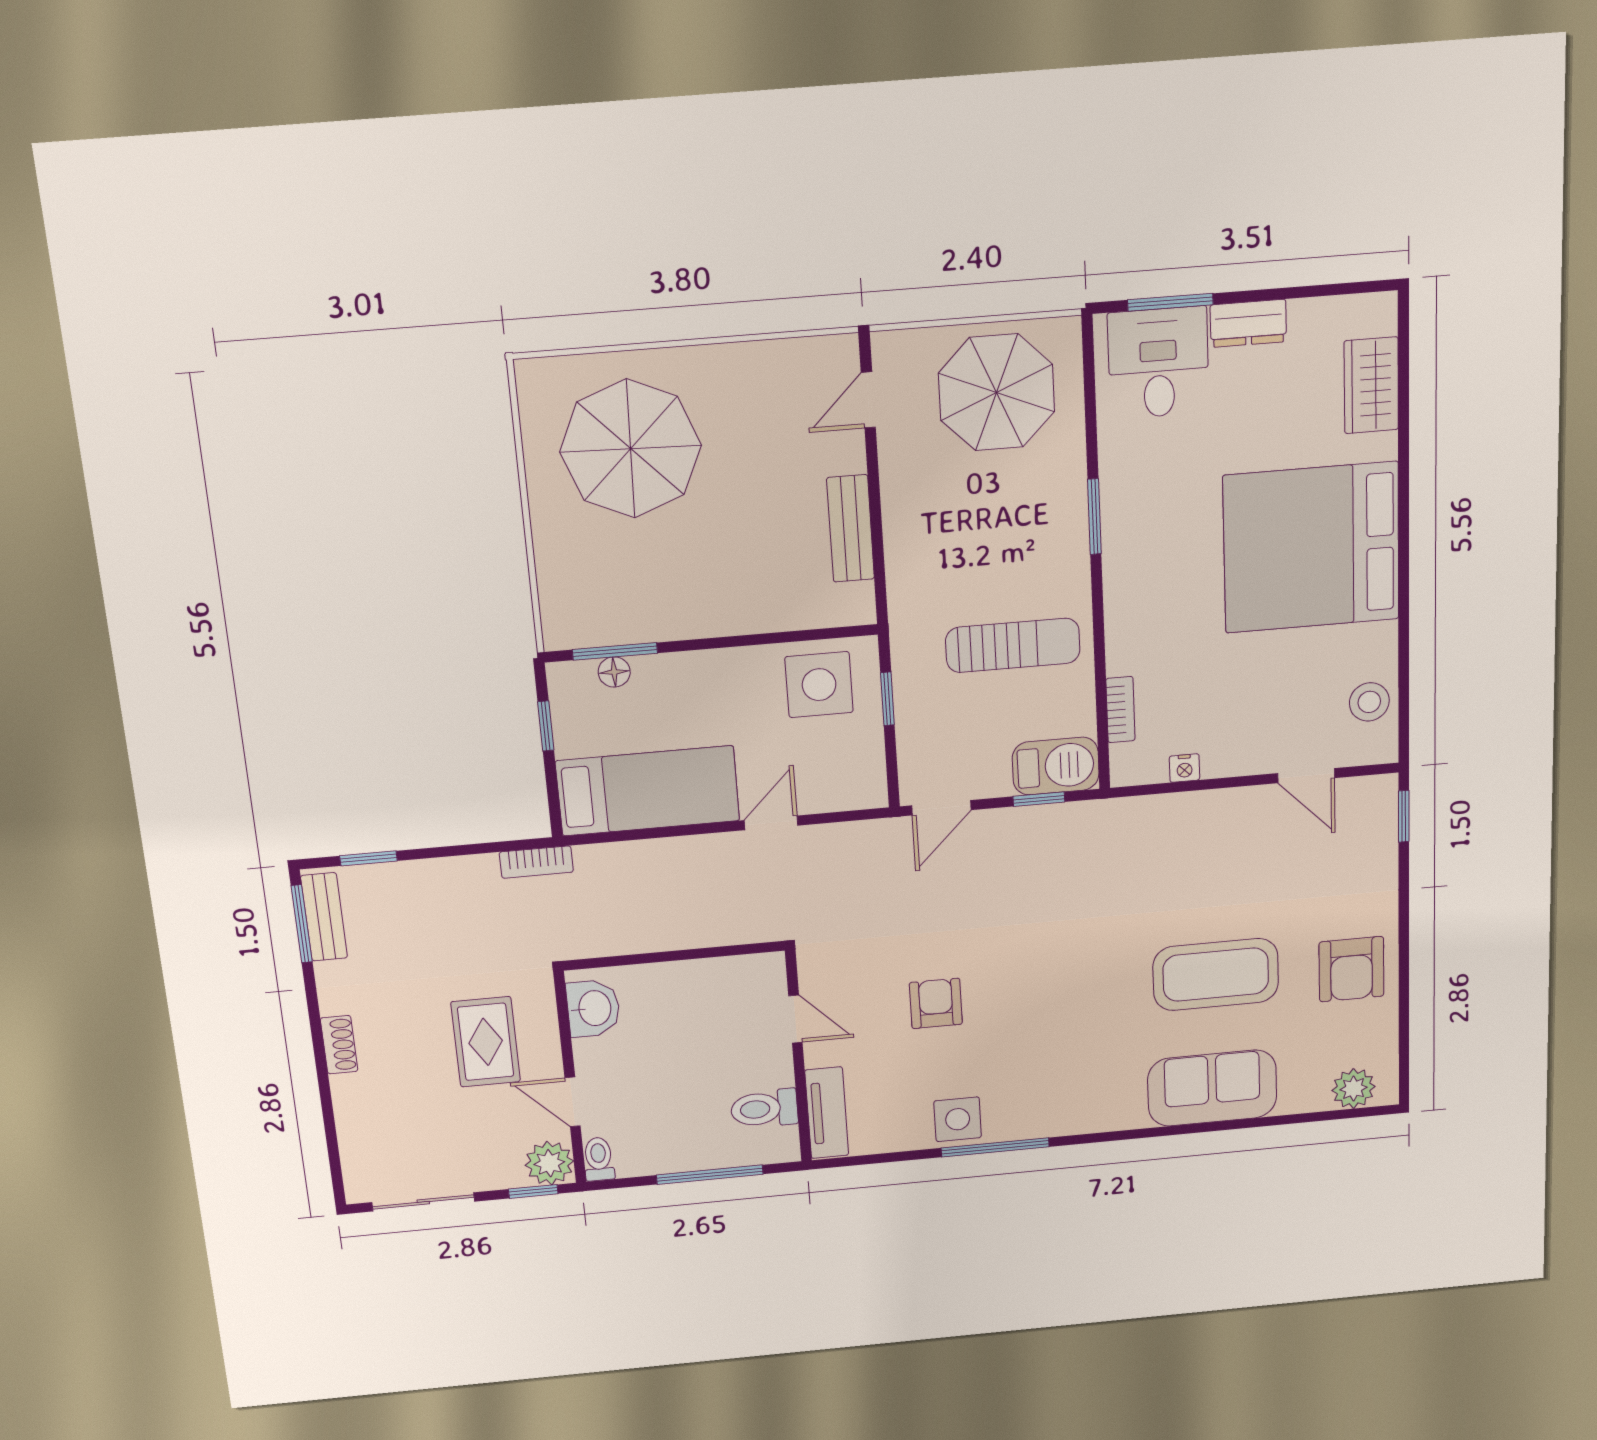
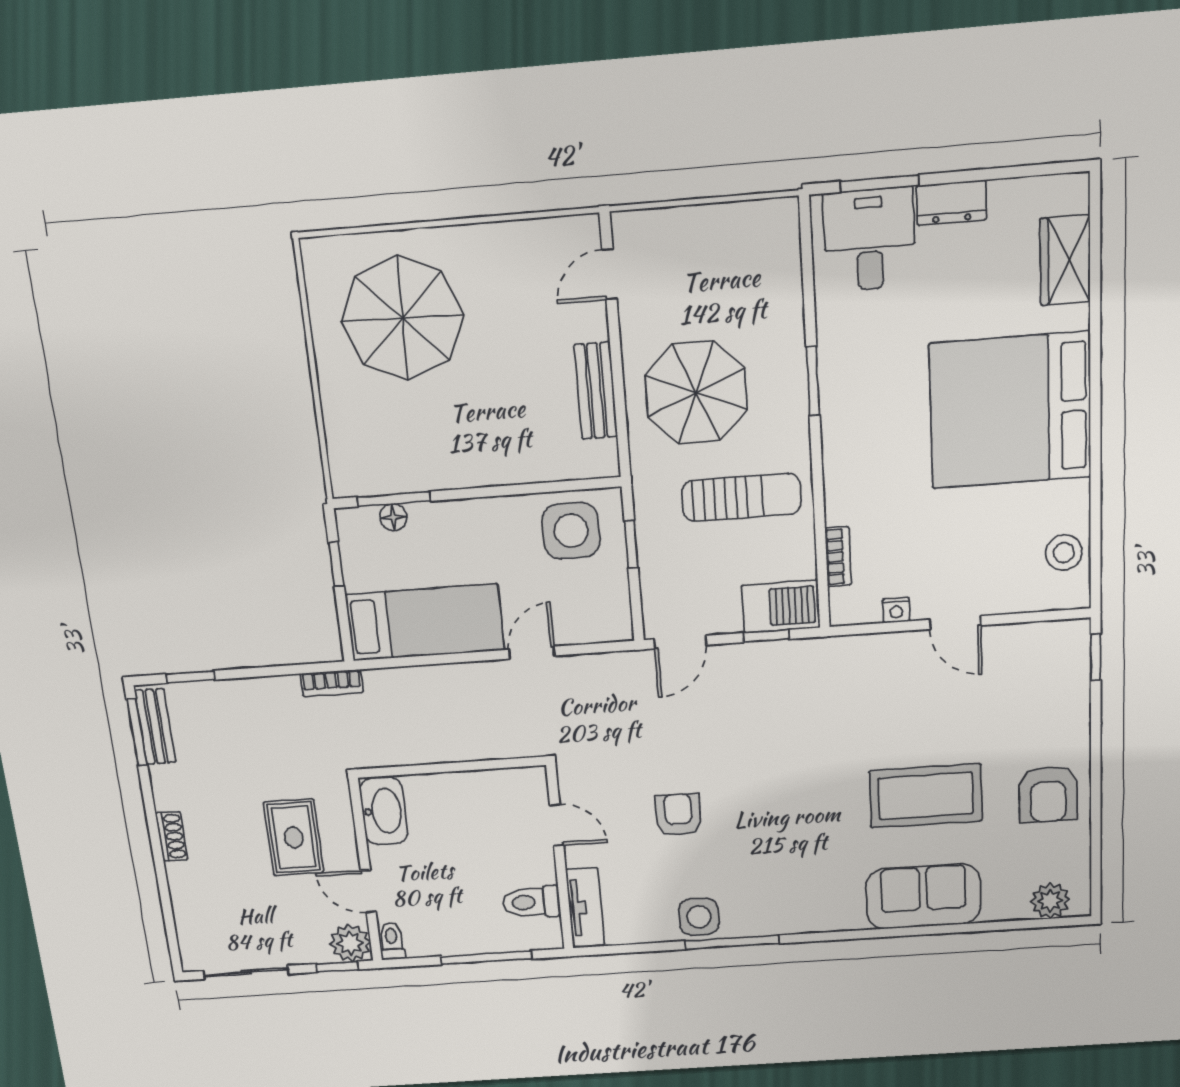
parasol: (997, 392) -> (696, 393), moved
door: (1306, 776) -> (955, 622), moved
washbasin: (593, 1008) -> (384, 811), width x1.38

